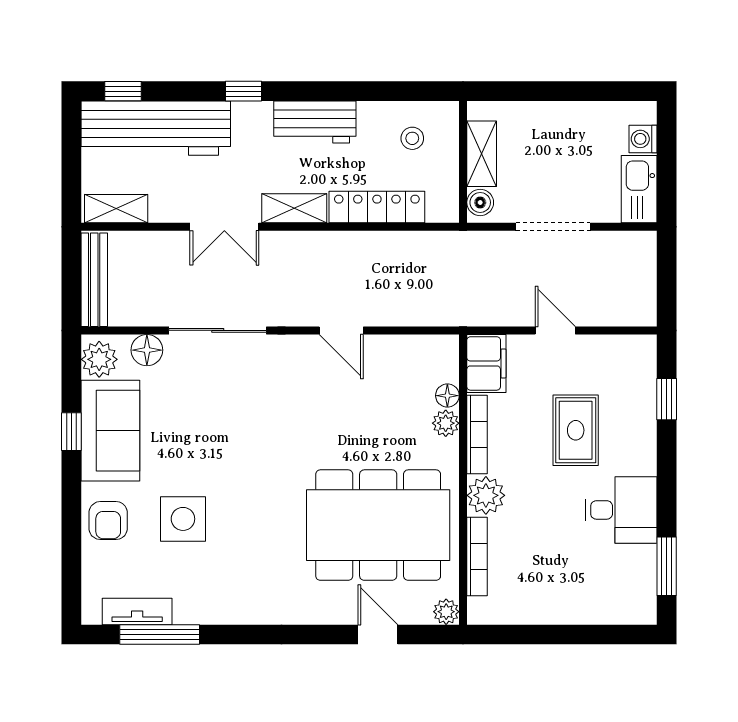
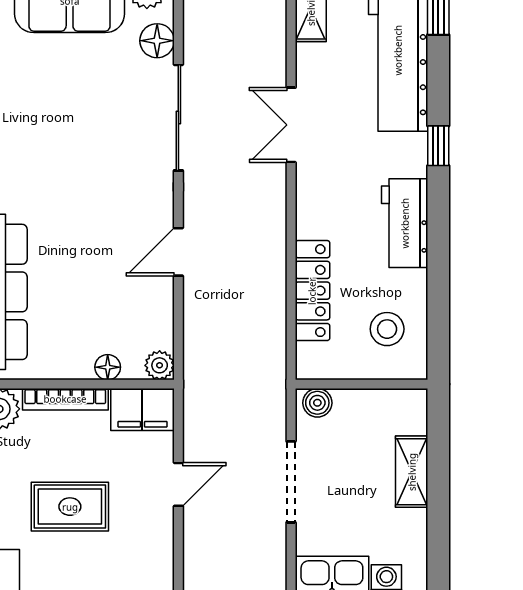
stool: (412, 138) -> (387, 329), width x1.37, depth x1.37
shelving: (482, 154) -> (412, 472), moved, turned 90
shelving: (294, 208) -> (311, 201), removed
plant: (446, 423) -> (160, 365), moved

